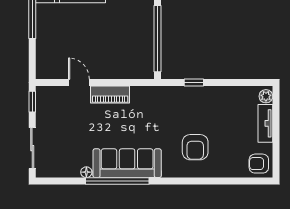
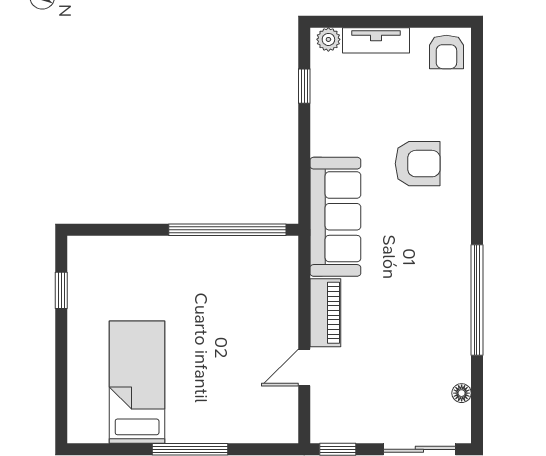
window: (194, 82) -> (304, 86), moved
sofa: (127, 163) -> (335, 217), moved, turned 180
floor lamp: (86, 172) -> (462, 393), moved

